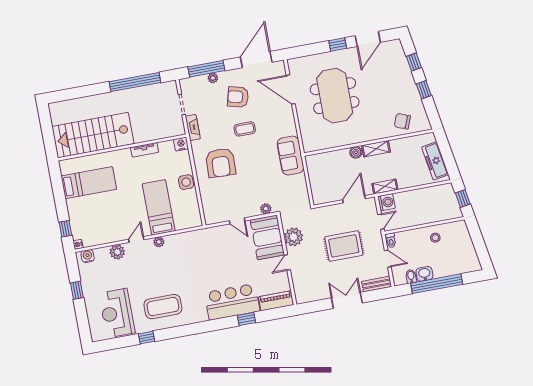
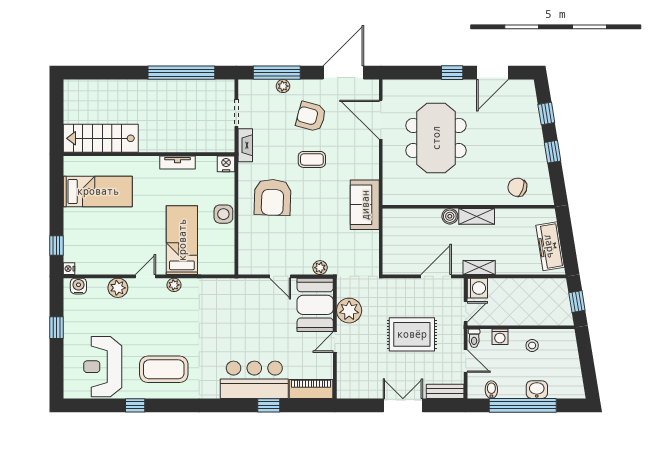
stairs: (93, 135) -> (101, 138), width x0.73, depth x0.66
washing machine: (410, 236) -> (500, 337), added
washbasin: (424, 274) -> (537, 390), moved

